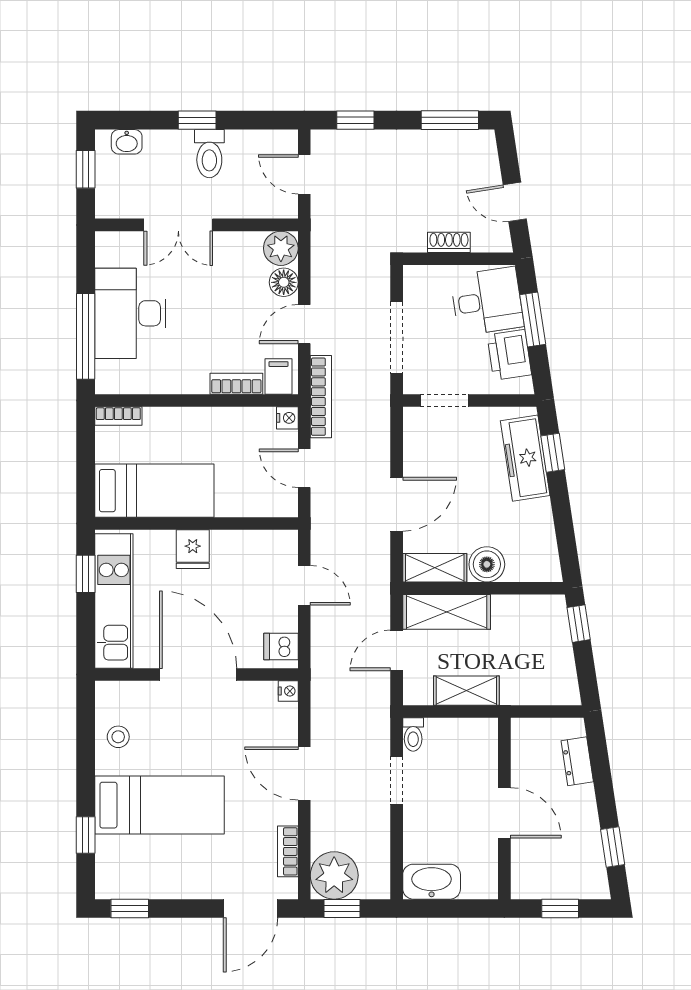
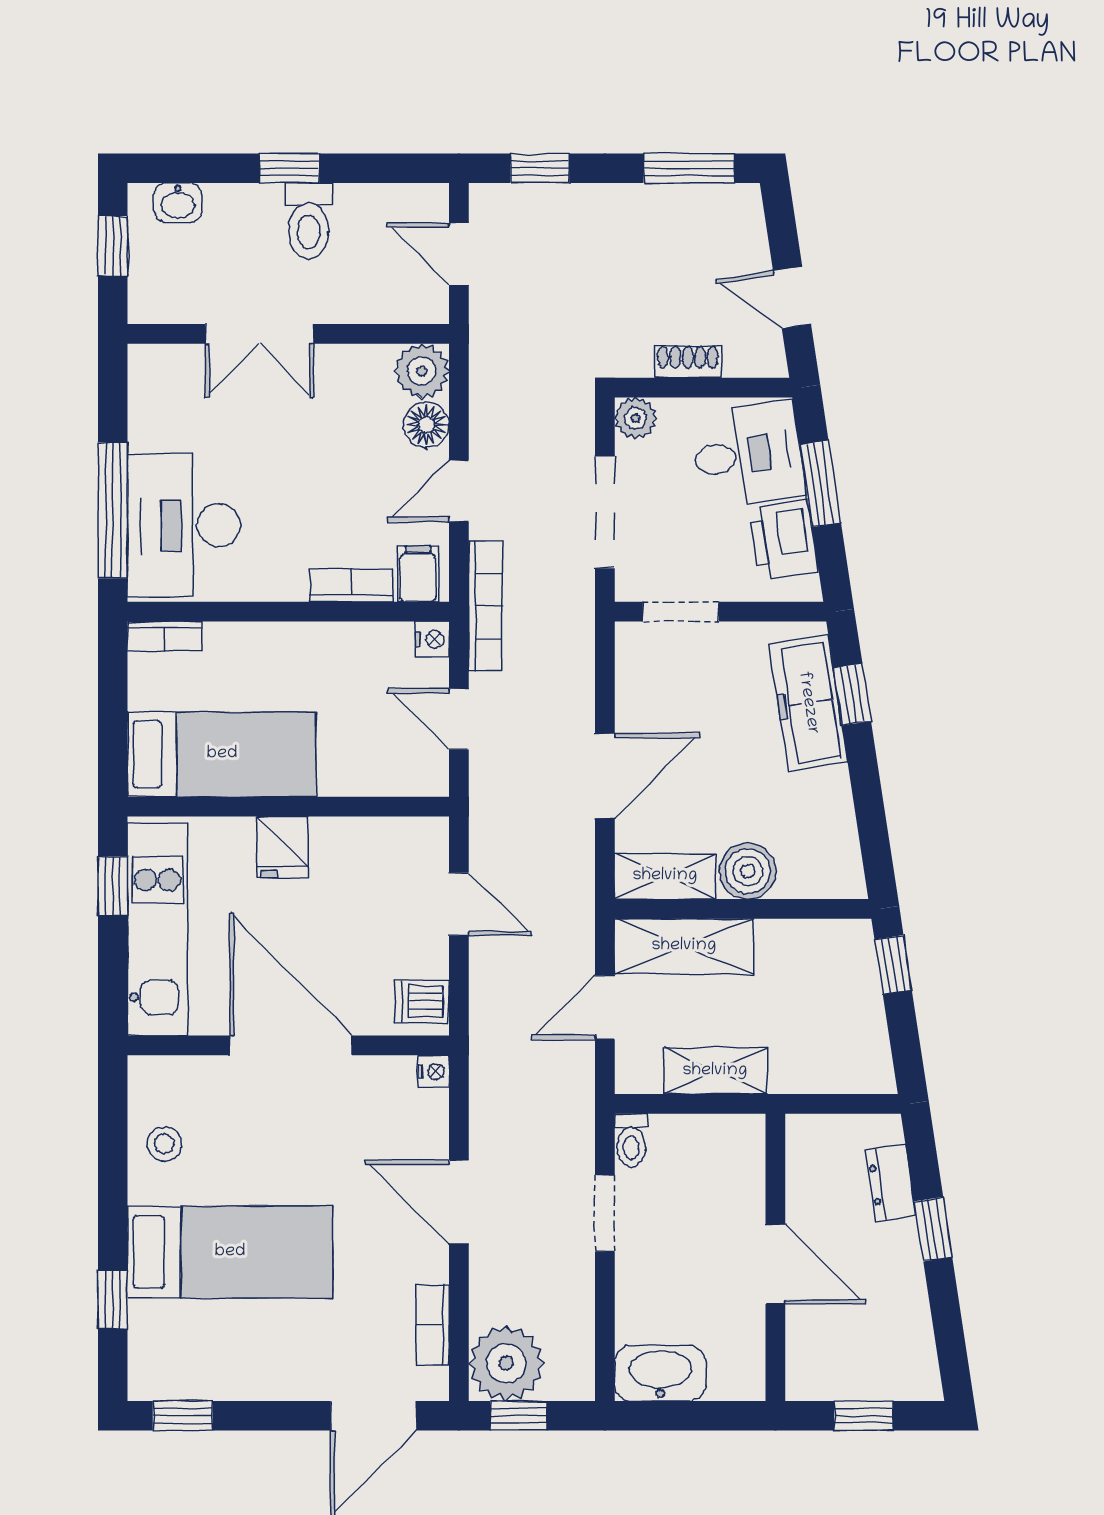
plant: (416, 278) -> (635, 418), added
desk: (130, 313) -> (184, 525), moved
window: (613, 847) -> (933, 1229), moved

